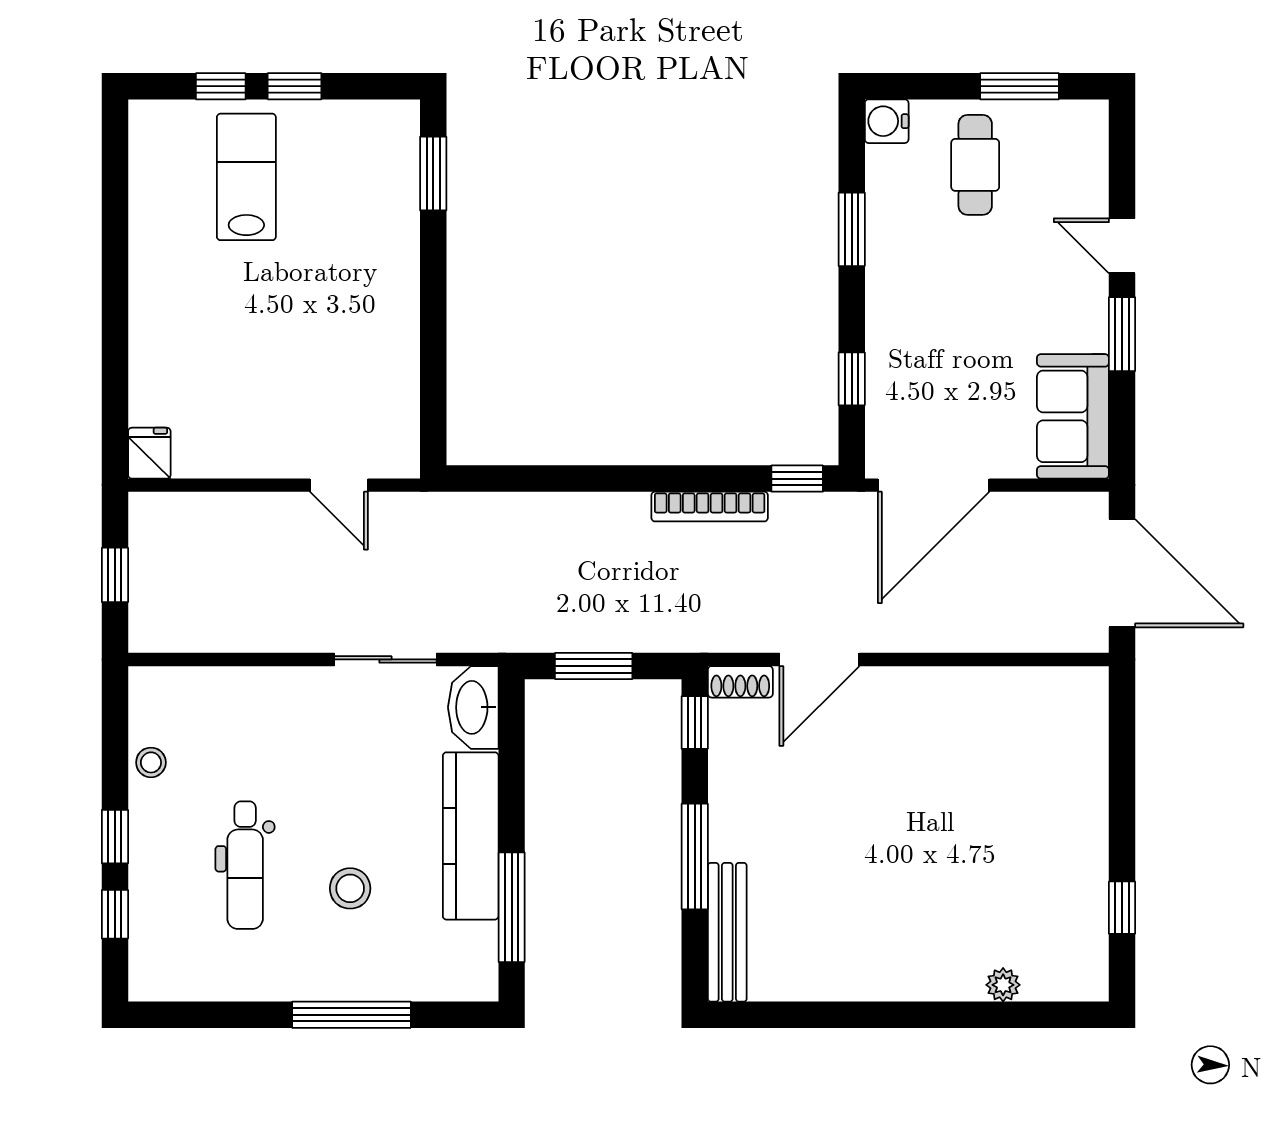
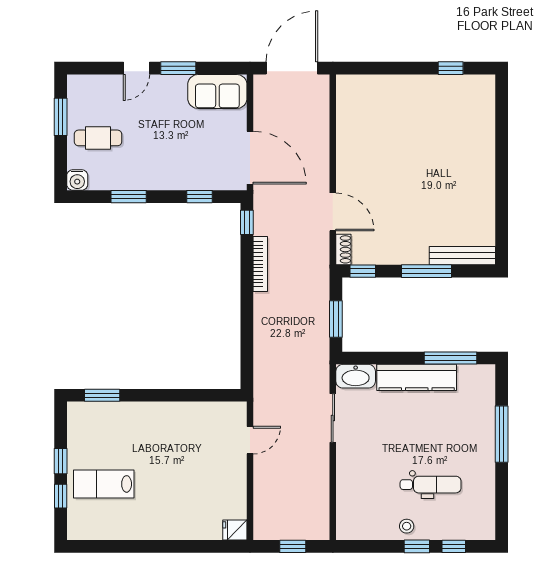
stool: (151, 762) -> (407, 526), moved
stool: (350, 888) -> (442, 435), removed
plant: (1003, 985) -> (487, 125), removed

